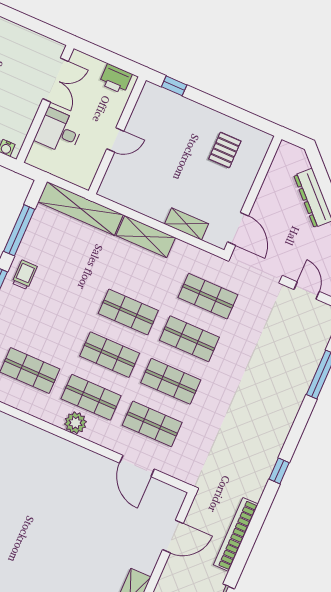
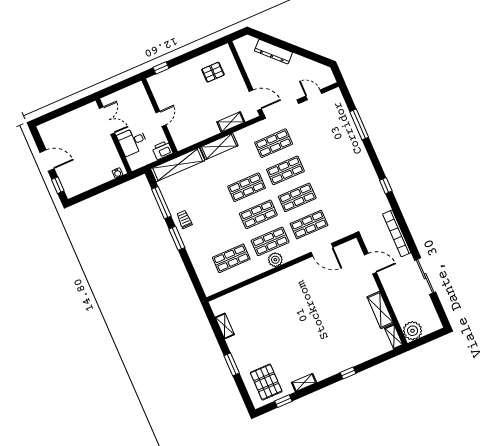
printer: (116, 79) -> (162, 150), moved, turned 180
pallet: (225, 150) -> (213, 72), turned 90
door: (173, 537) -> (370, 264), hinge flipped

